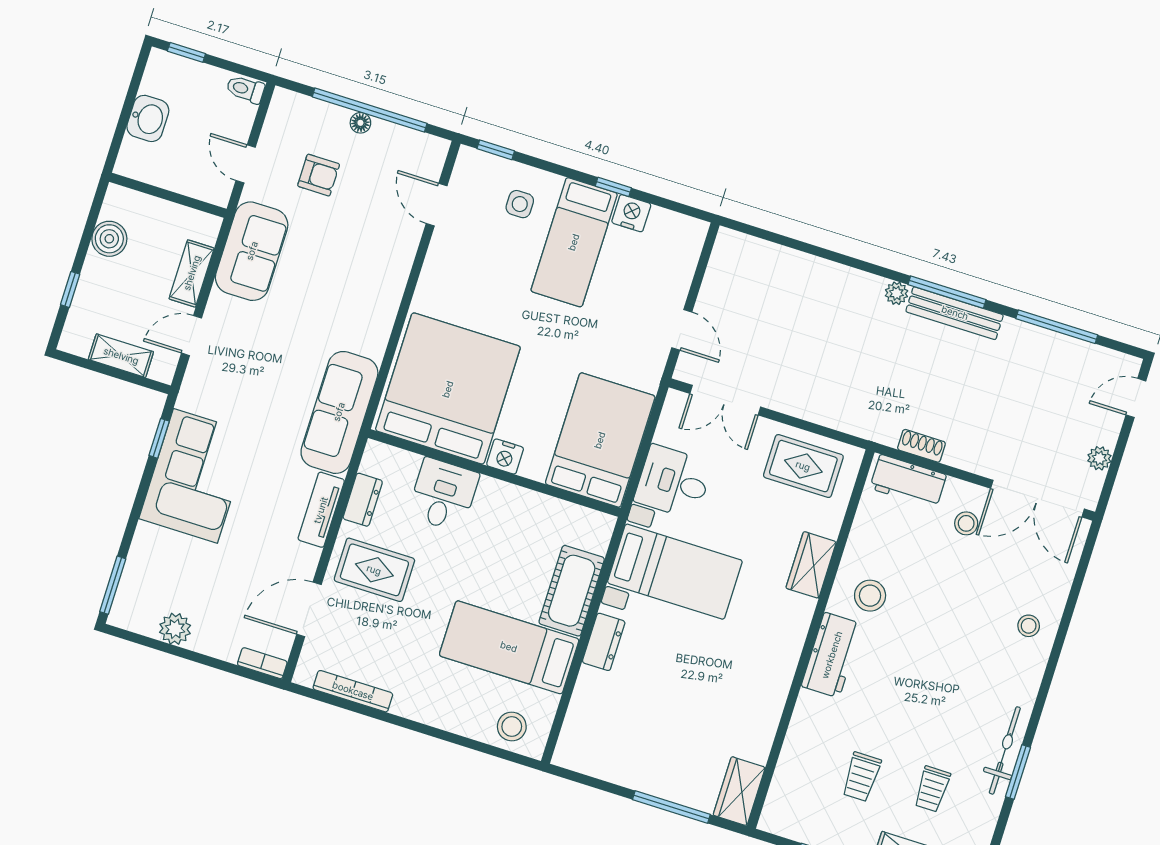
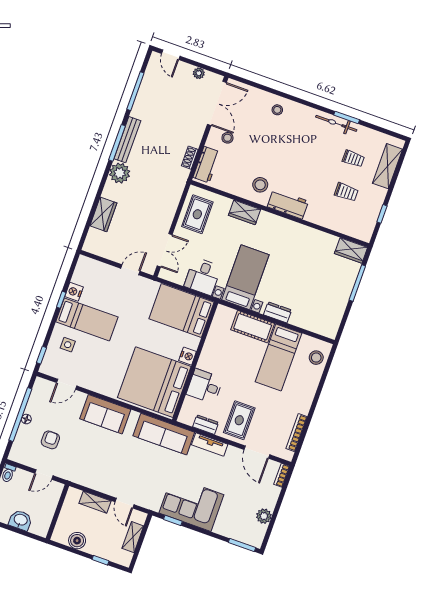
sofa: (252, 251) -> (105, 414), moved, turned 180
wardrobe: (796, 269) -> (103, 214), added
plant: (896, 293) -> (120, 173), width x1.88, depth x1.88

